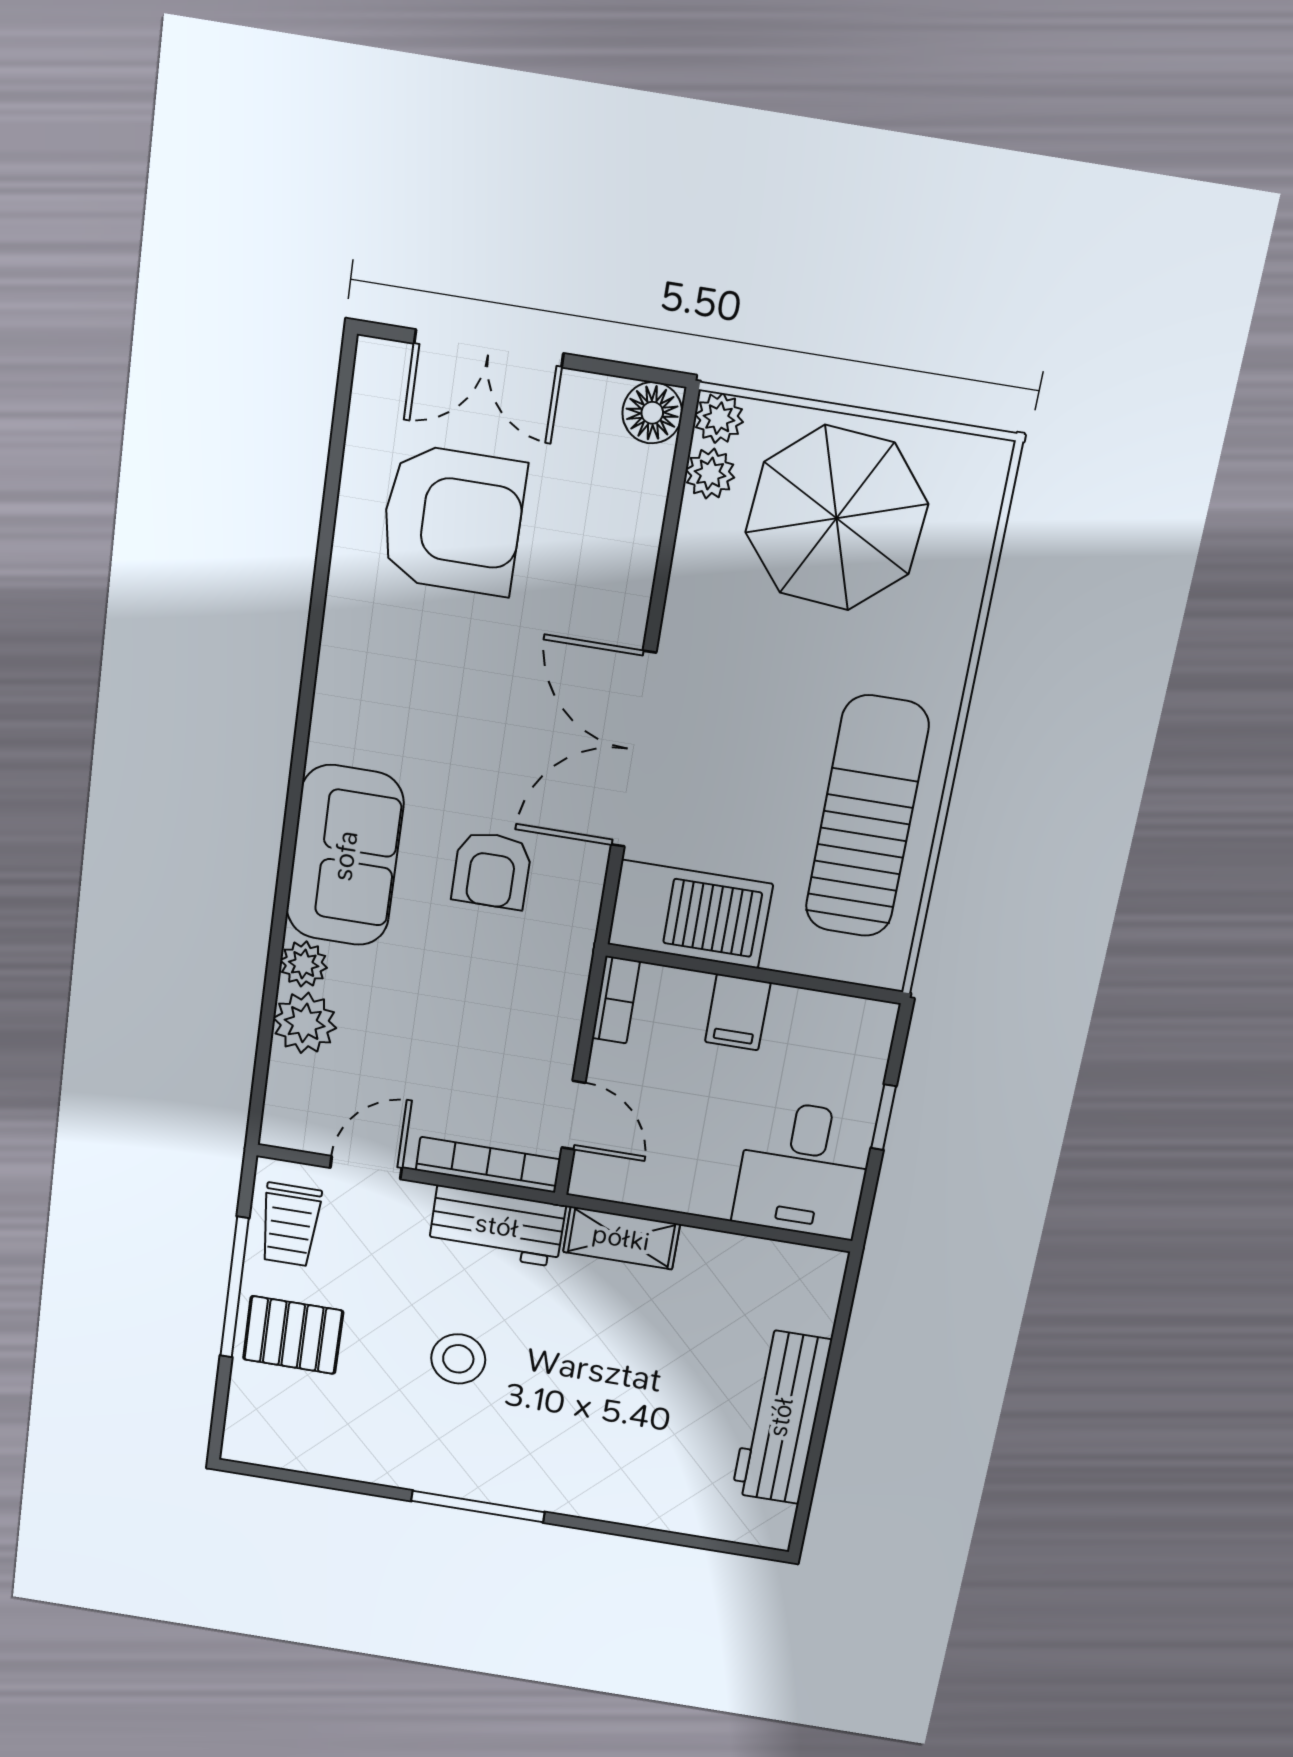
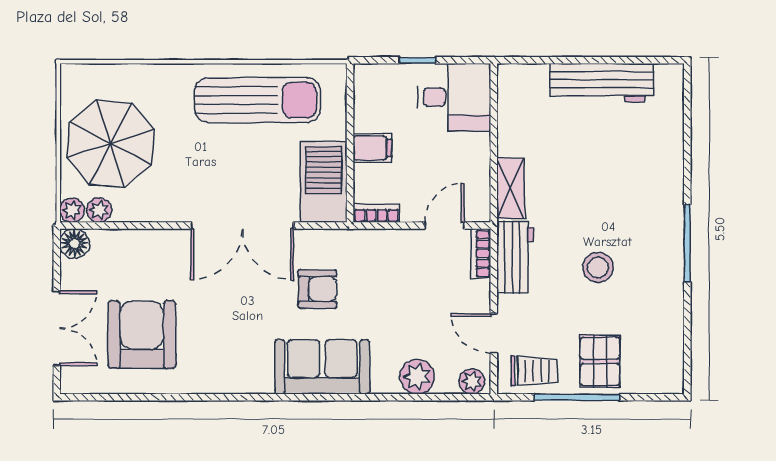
sun lounger: (867, 817) -> (257, 100), turned 180
plant: (304, 964) -> (472, 381), moved
bookcase: (488, 1165) -> (481, 253), width x0.64

